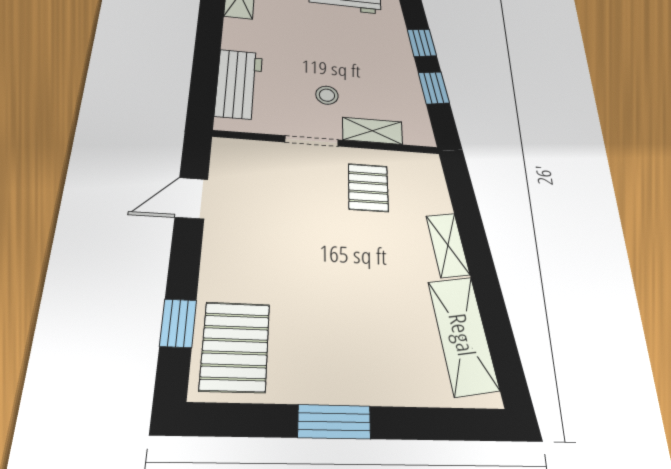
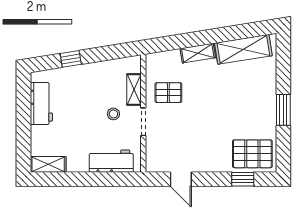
window: (434, 88) -> (102, 54), removed

